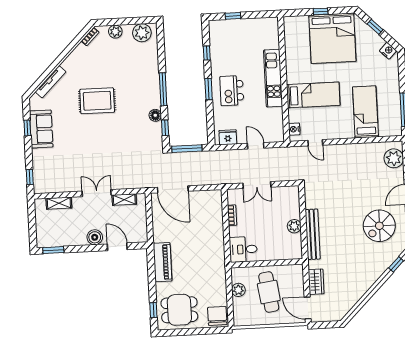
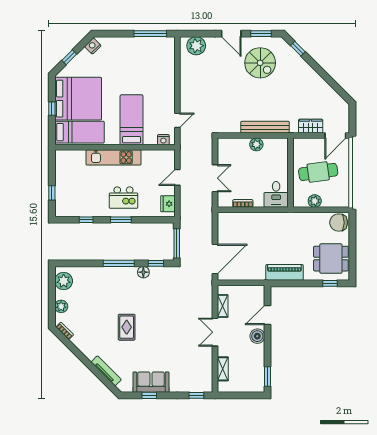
rug: (97, 101) -> (127, 327), width x0.73, depth x0.70
bed: (365, 112) -> (79, 132), moved, turned 180
dining table: (179, 310) -> (331, 259), turned 90

